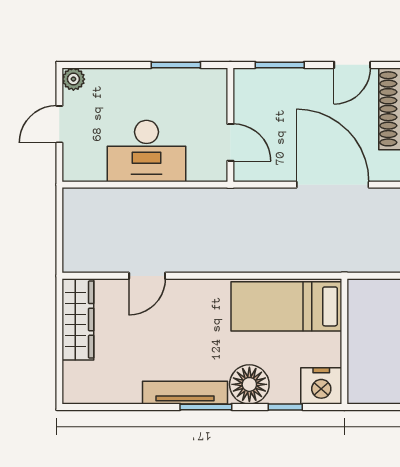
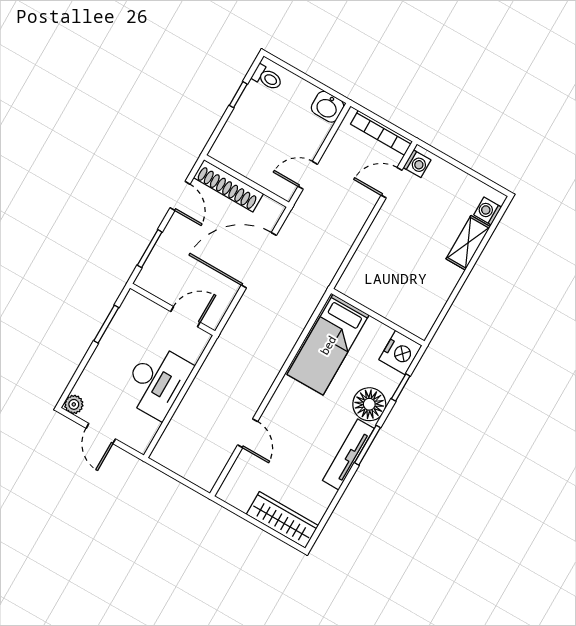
wardrobe: (78, 319) -> (282, 520), moved

